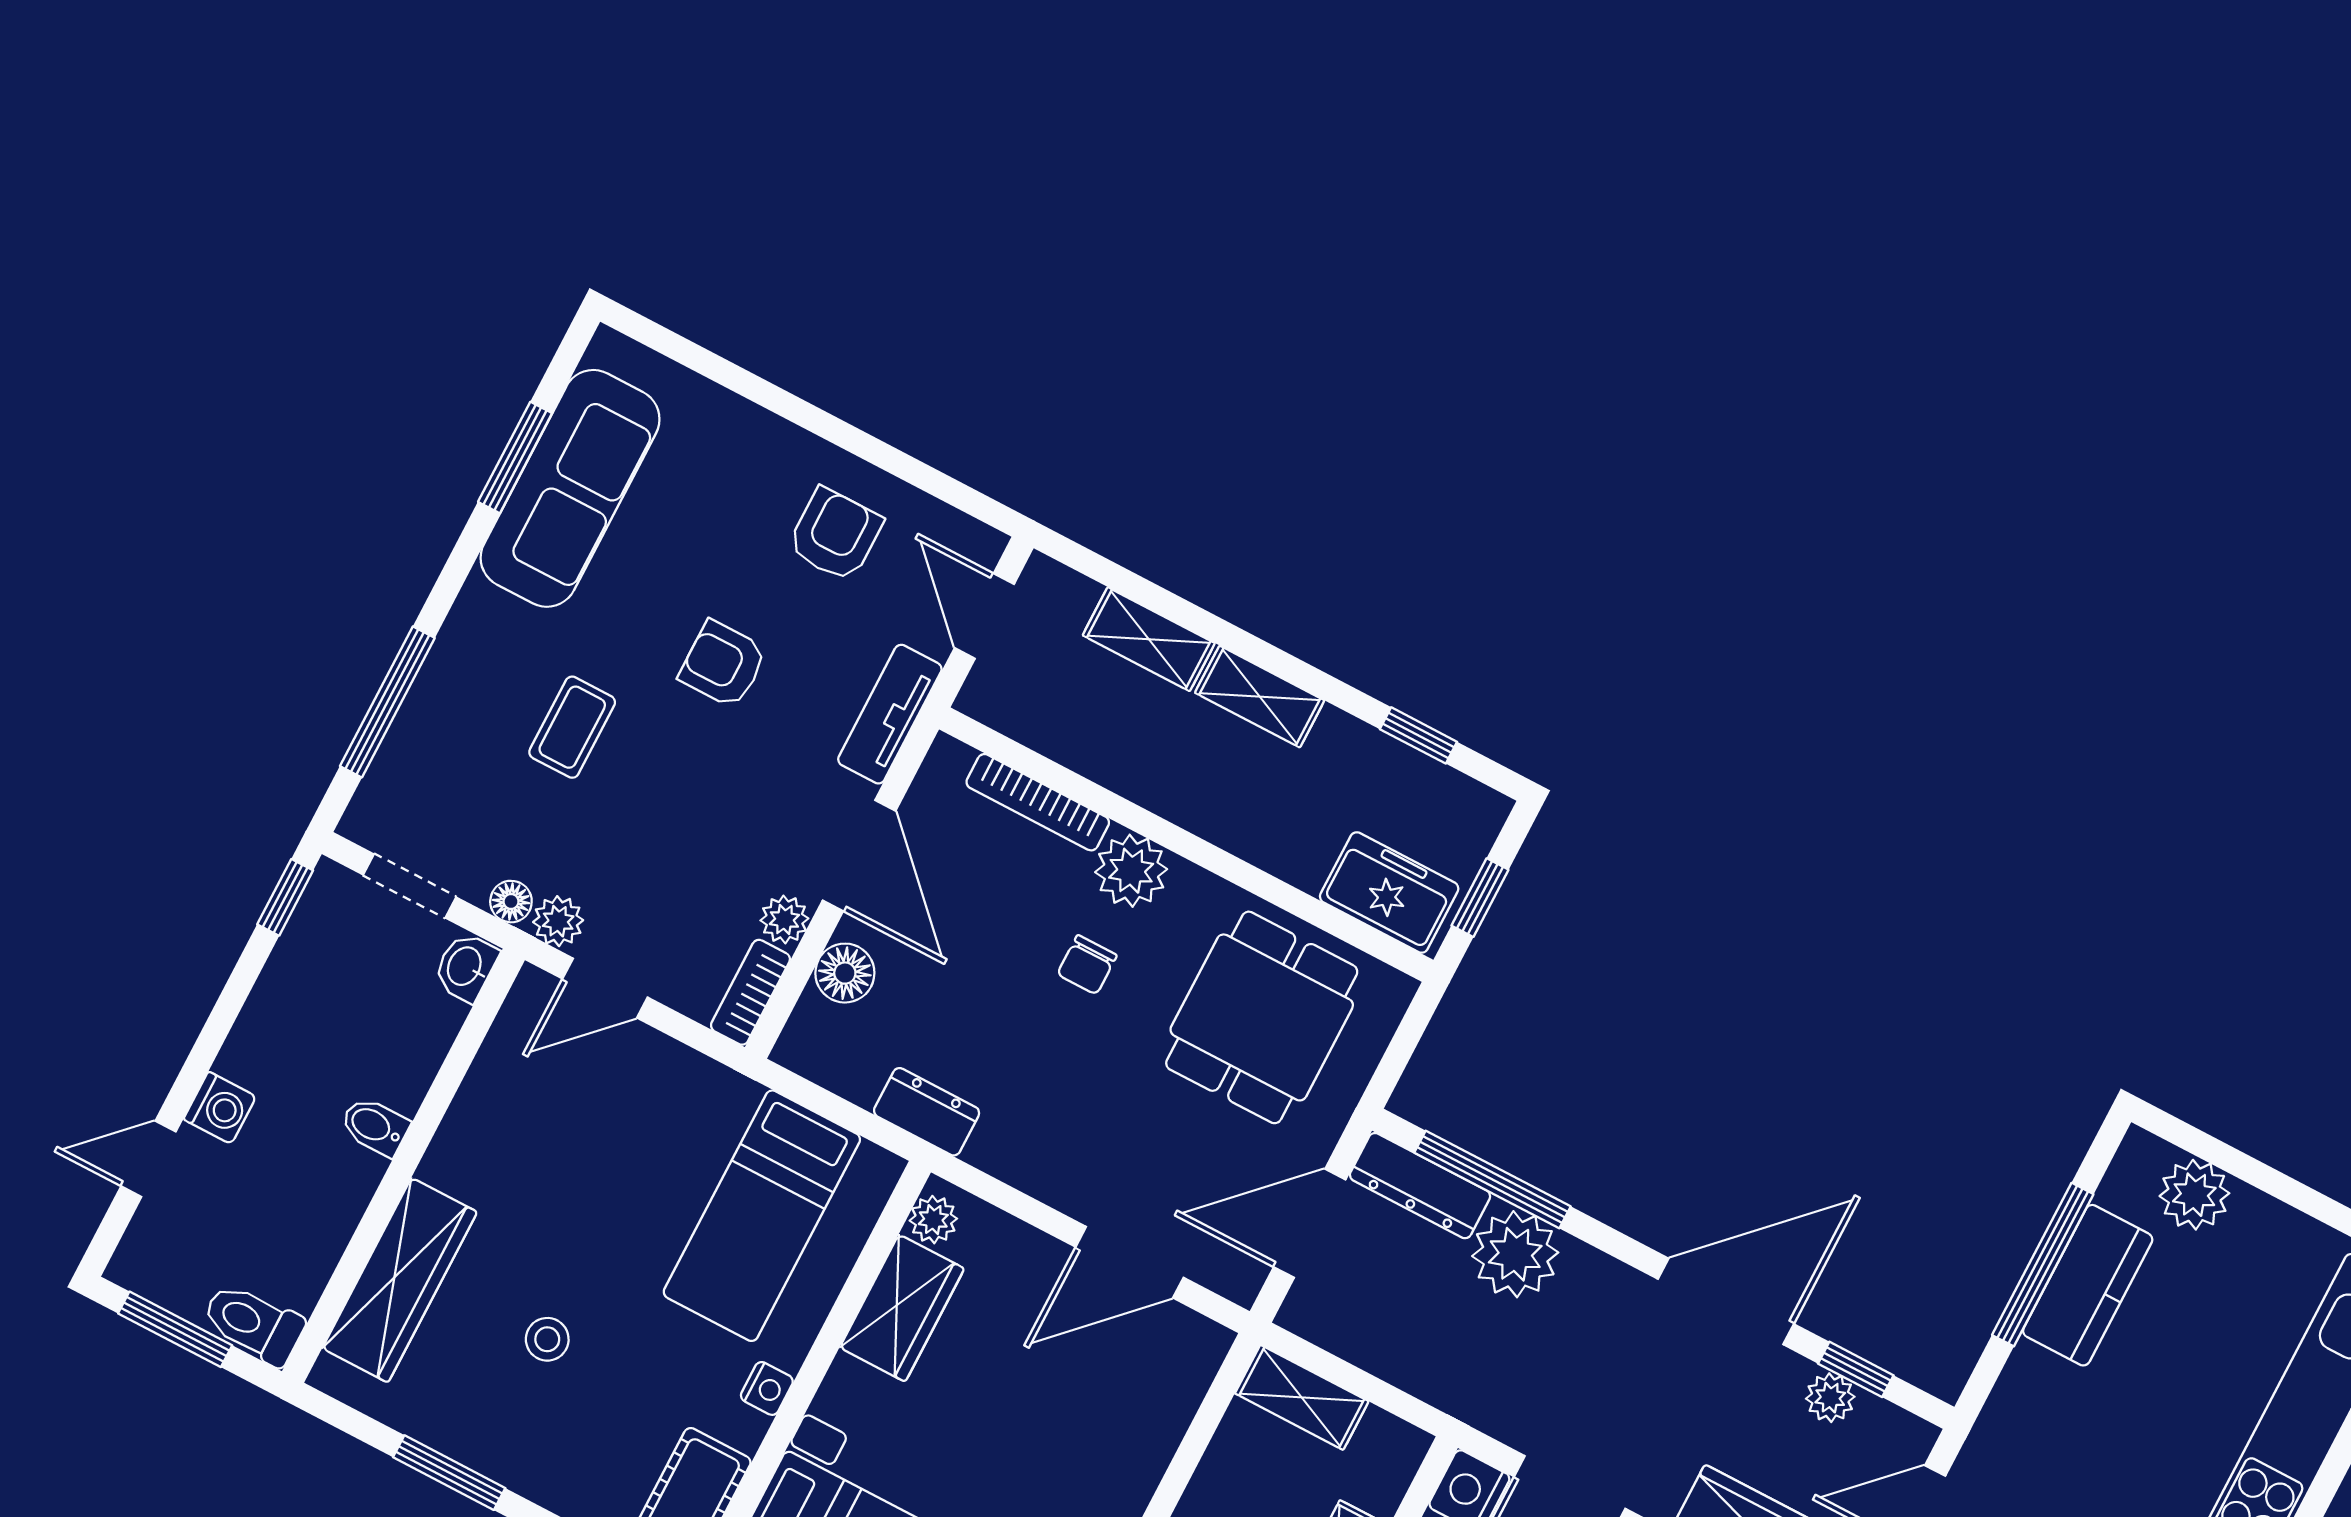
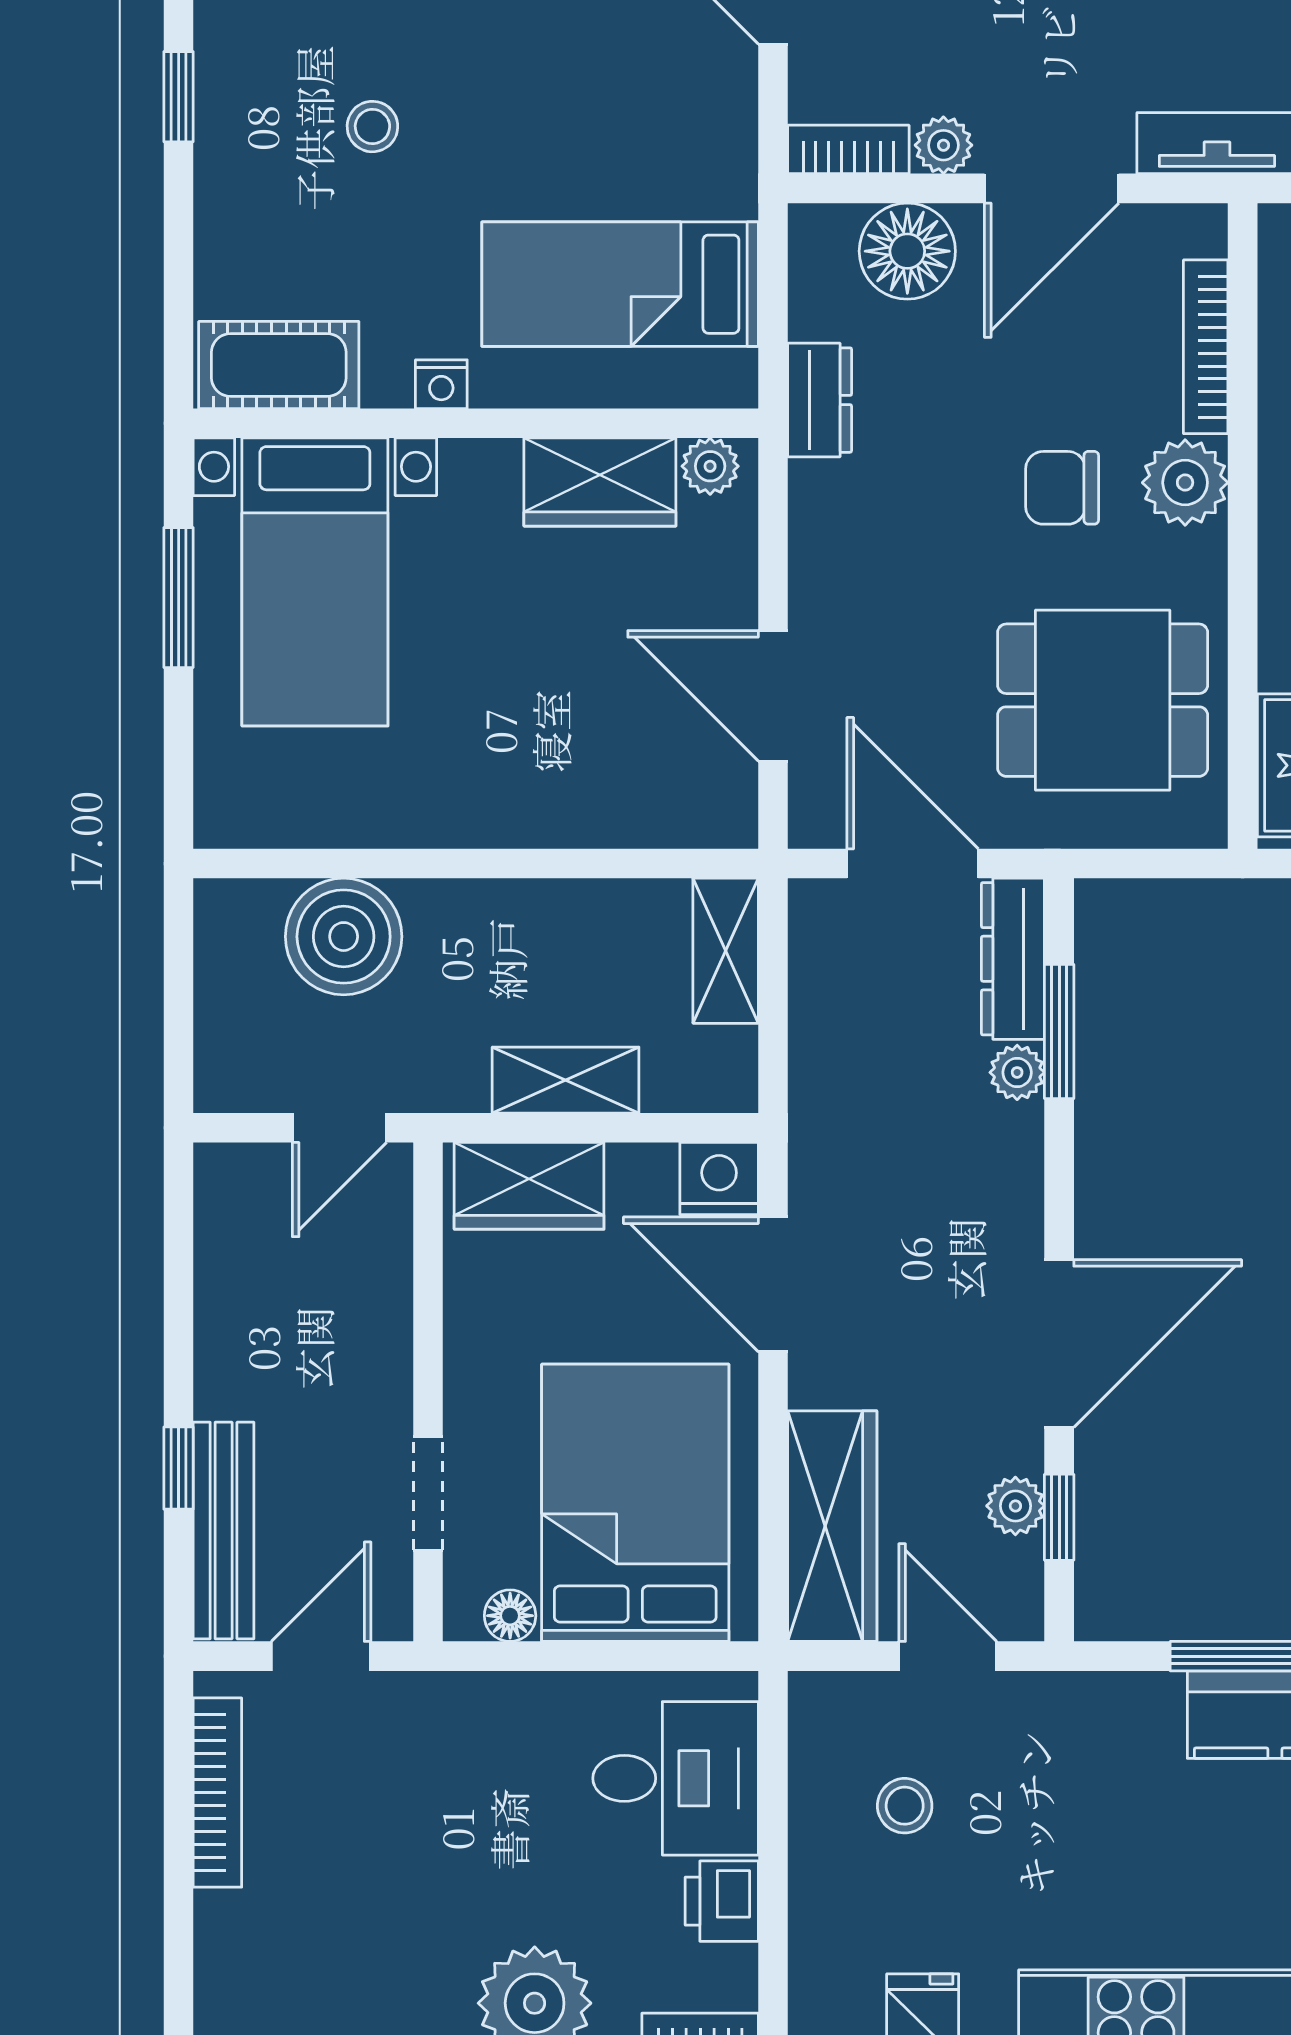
chair: (1087, 965) -> (1062, 488), width x1.37, depth x1.37
floor lamp: (845, 973) -> (907, 251), width x1.38, depth x1.38
window: (1492, 1179) -> (1059, 1031), width x0.69
plant: (1515, 1254) -> (1017, 1072), width x0.53, depth x0.53
door: (1726, 1301) -> (1059, 1344), hinge flipped
window: (449, 1473) -> (179, 97), width x0.67

